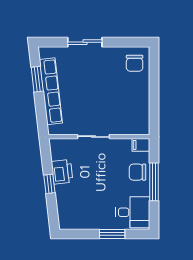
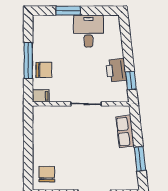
row of seats: (51, 91) -> (125, 131), width x0.50
window: (49, 184) -> (131, 80), moved
desk: (133, 212) -> (88, 31), moved, turned 90

